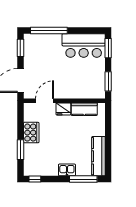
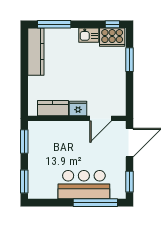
bar counter: (84, 46) -> (84, 185), moved
cooker: (31, 133) -> (112, 37), moved, turned -90
kitchen sink: (67, 170) -> (89, 35), moved

